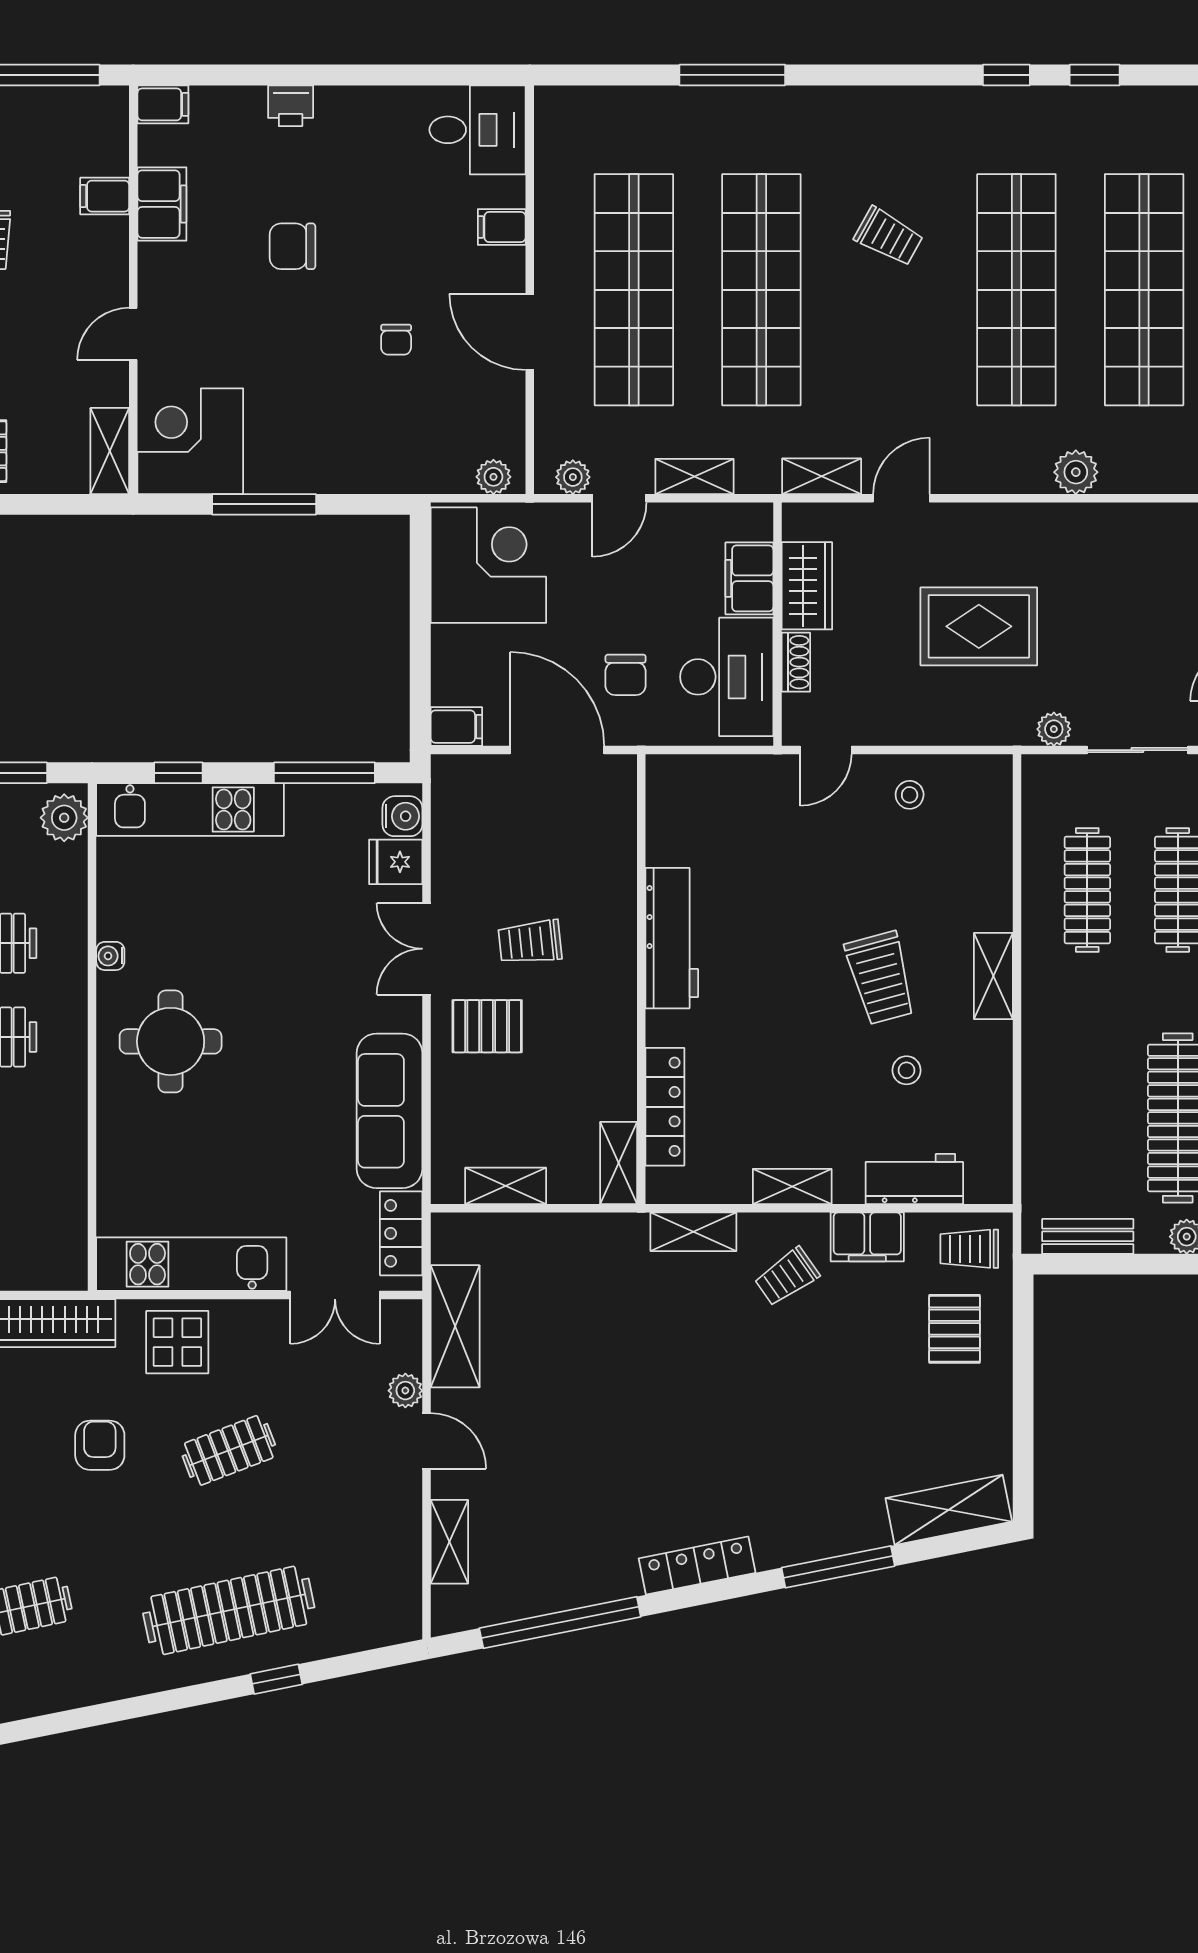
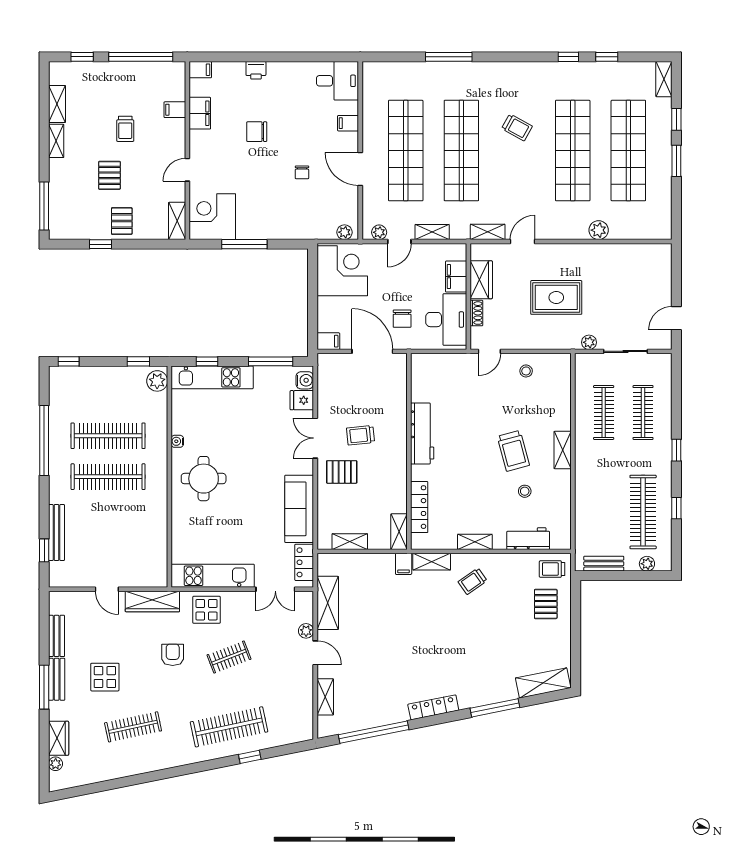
filing cabinet: (867, 1237) -> (404, 564), moved, width x0.50

